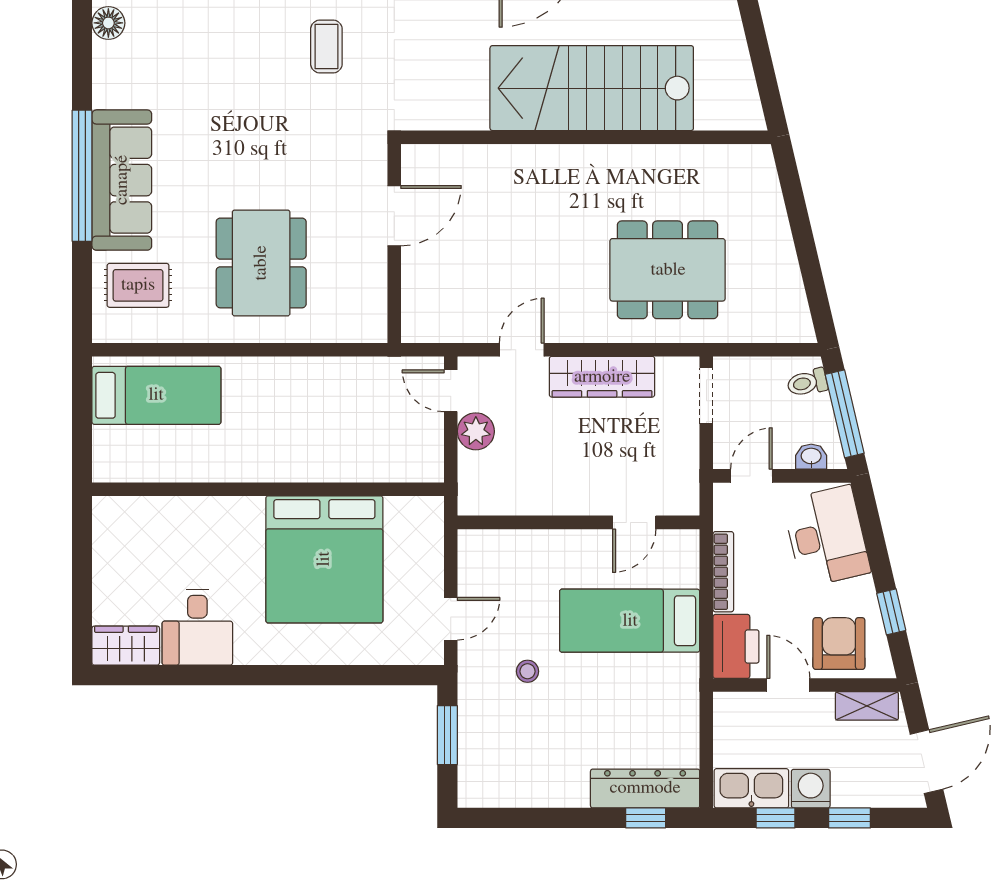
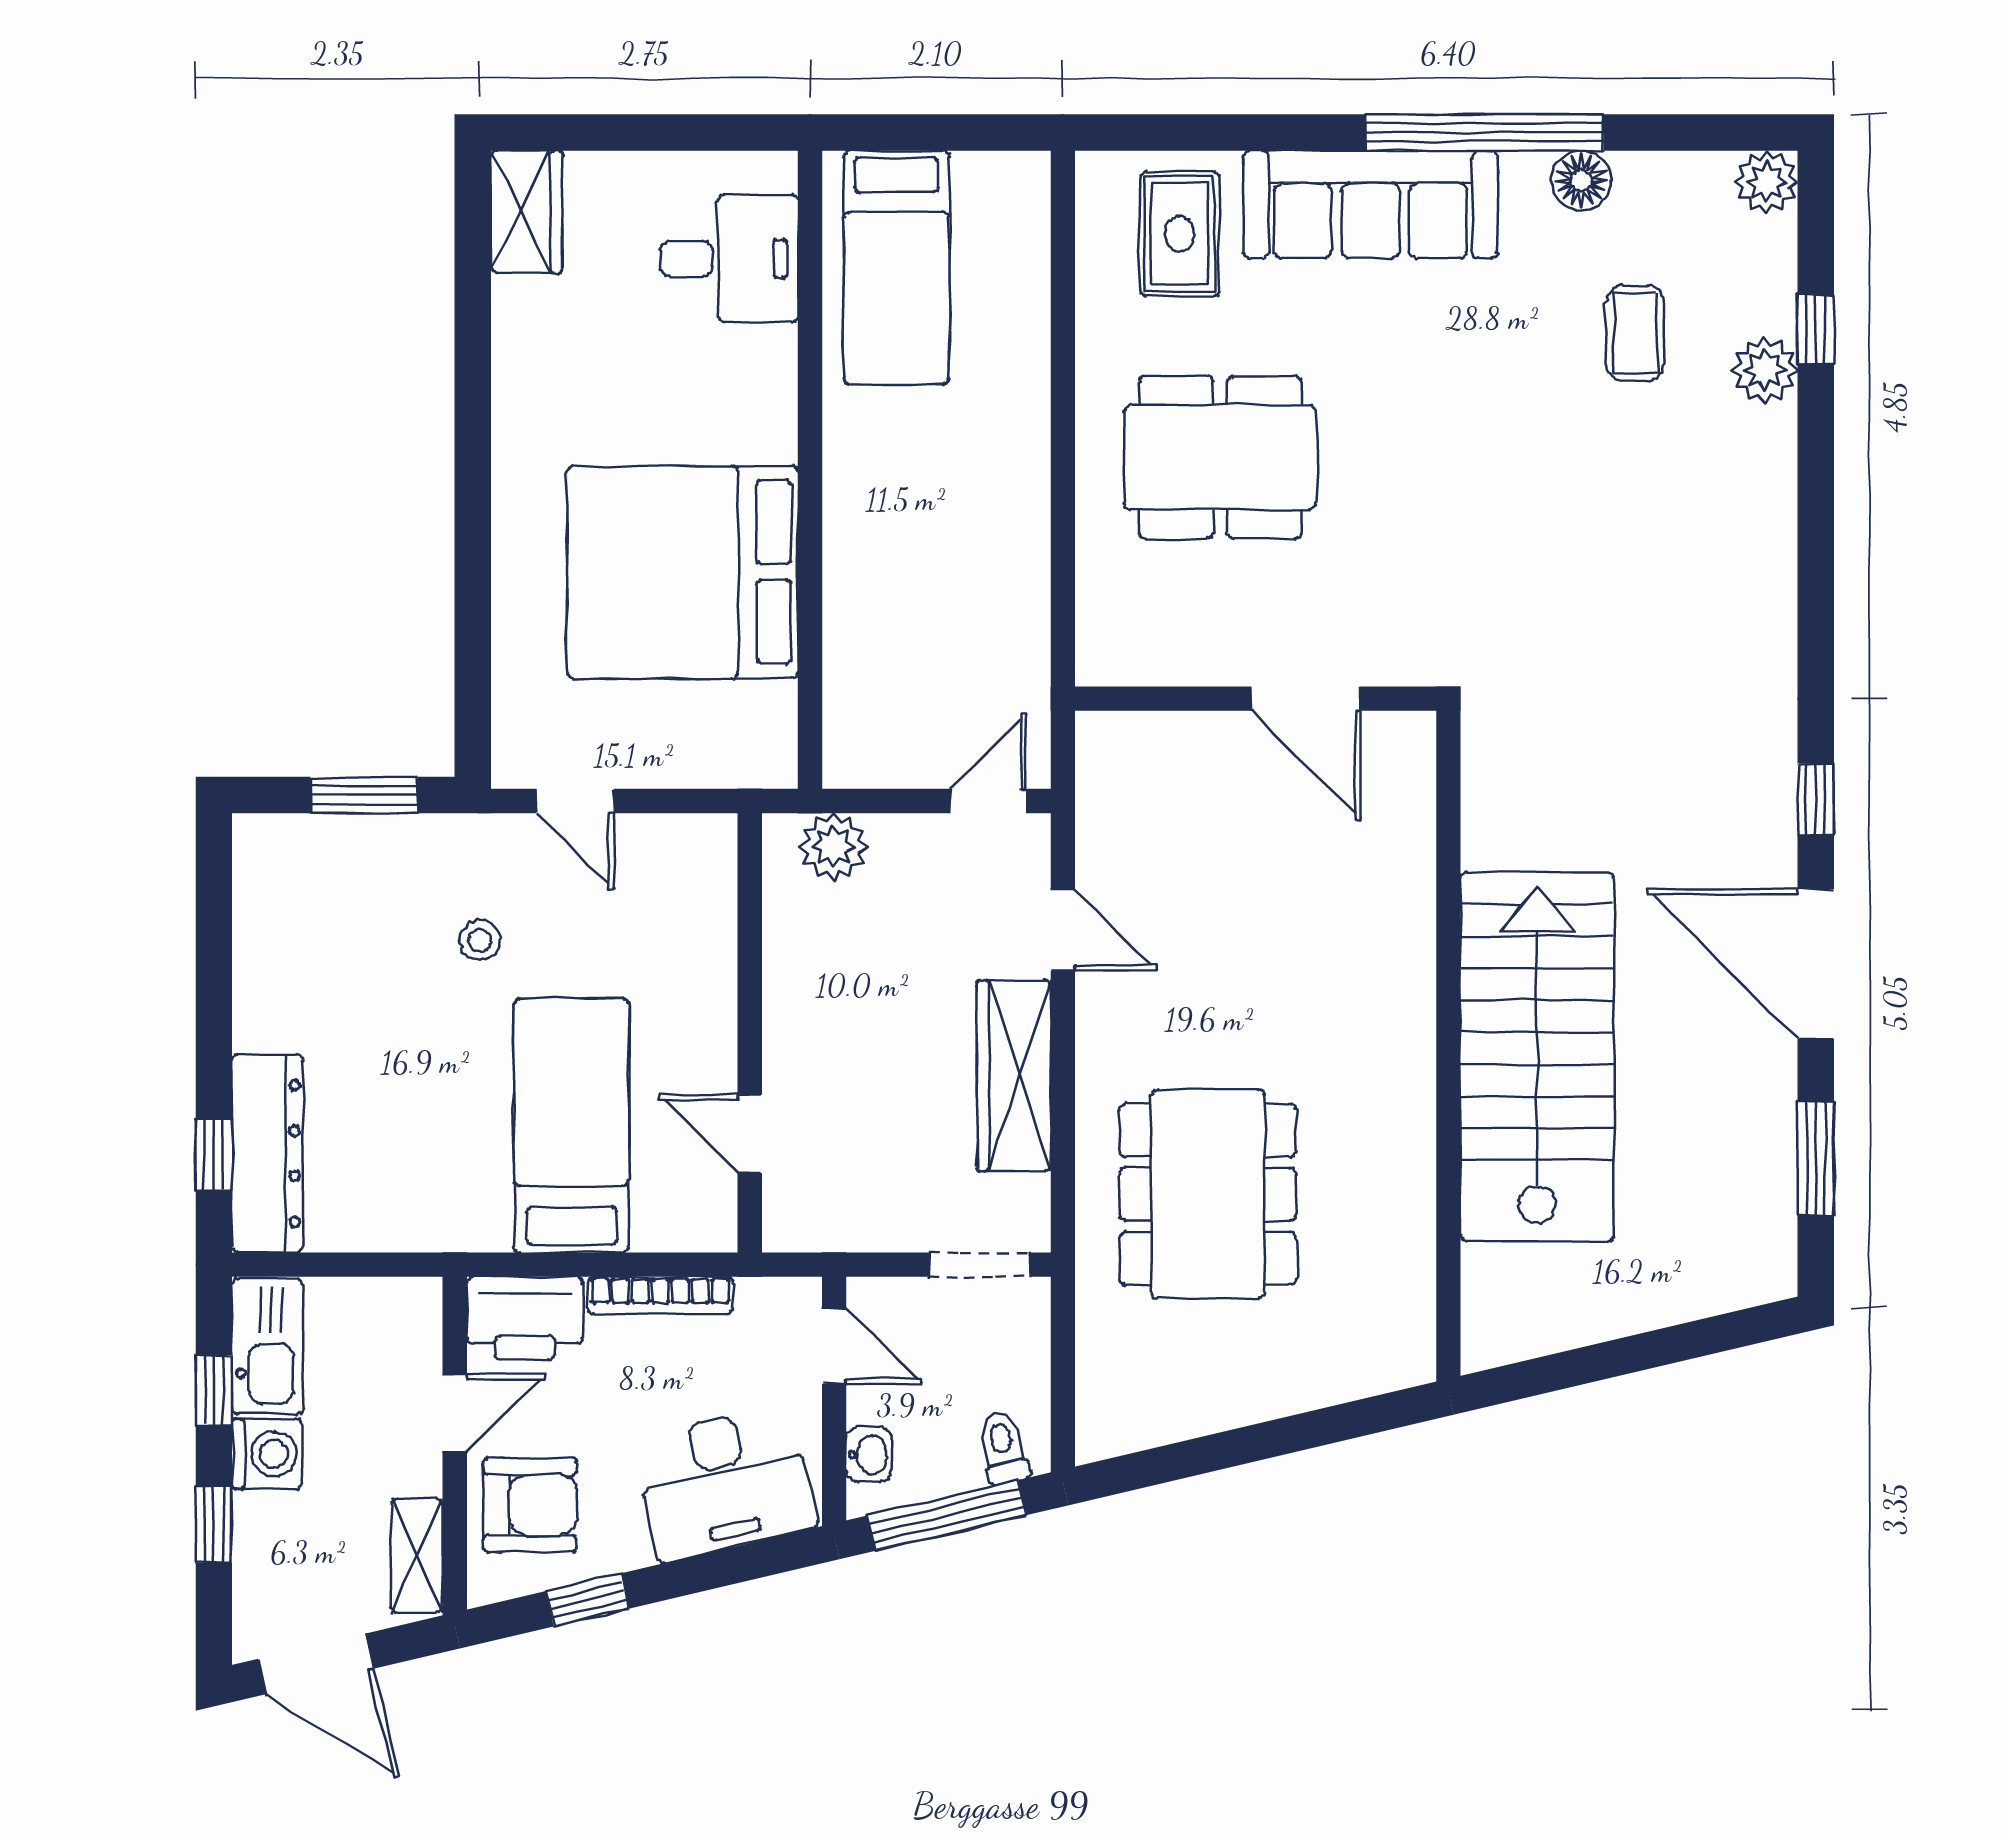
floor lamp: (108, 23) -> (1581, 180), moved
coffee table: (326, 47) -> (1635, 333), moved, turned 90
window: (82, 176) -> (1484, 133), moved
bed: (156, 395) -> (896, 267), moved
plant: (476, 431) -> (833, 847), moved
desk: (197, 627) -> (729, 259), moved, turned 180

